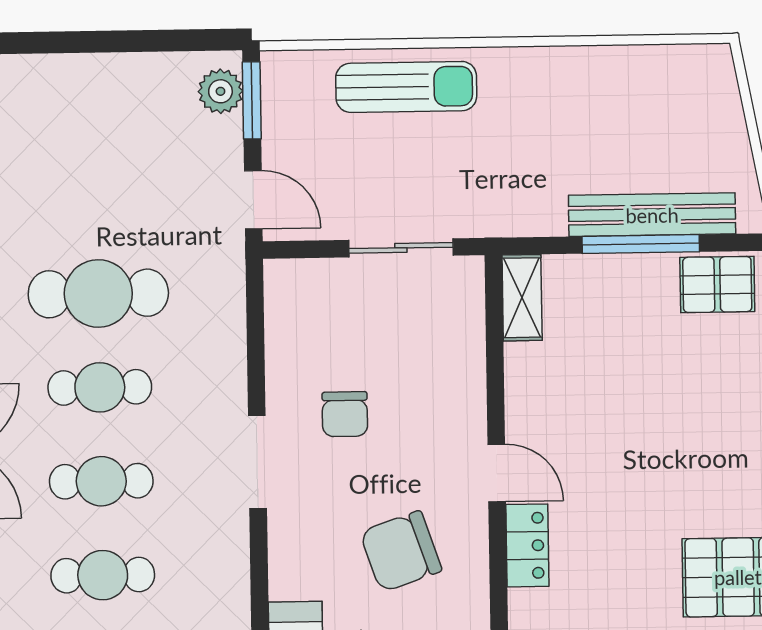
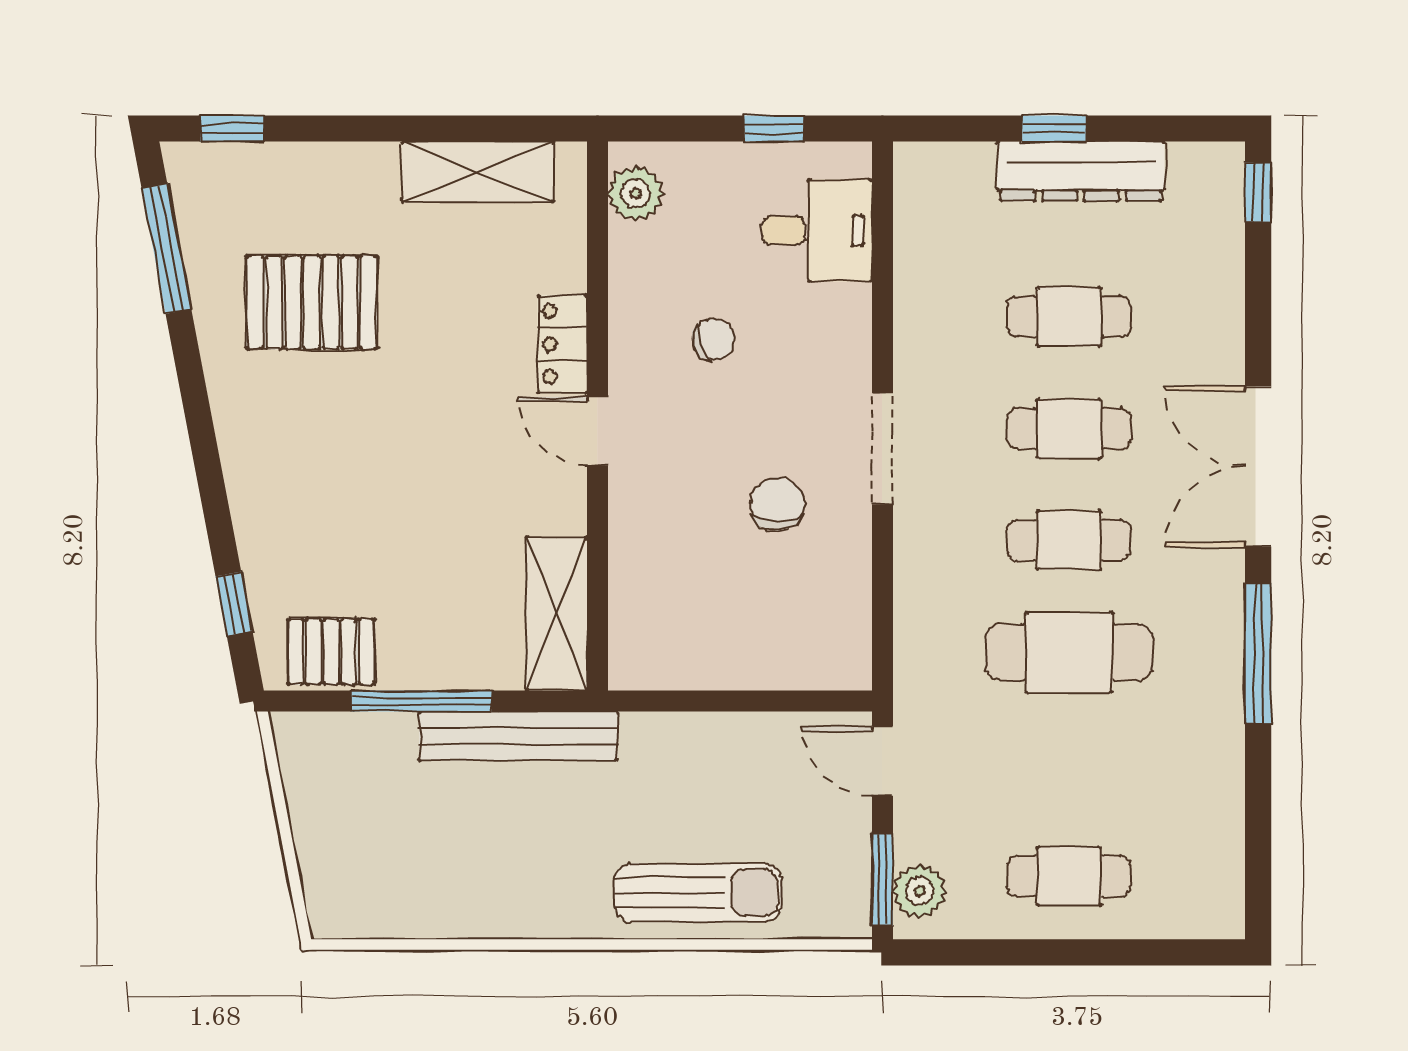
sun lounger: (406, 87) -> (698, 893), turned 180
cafe table: (95, 106) -> (1069, 876), added
bench: (652, 215) -> (518, 736), moved
sliding door: (401, 248) -> (708, 701), removed
shelving: (522, 298) -> (556, 614), width x1.50, depth x1.33
chair: (401, 551) -> (713, 339), width x0.54, depth x0.54

